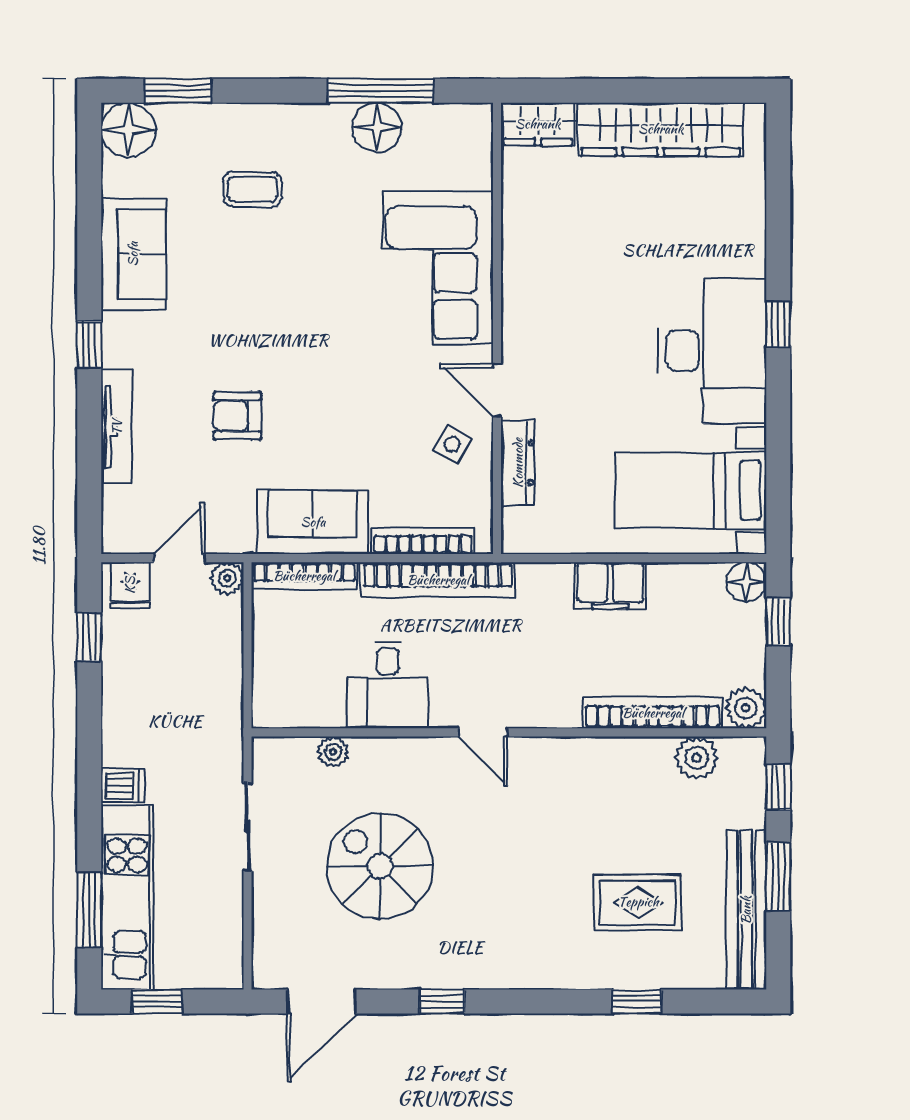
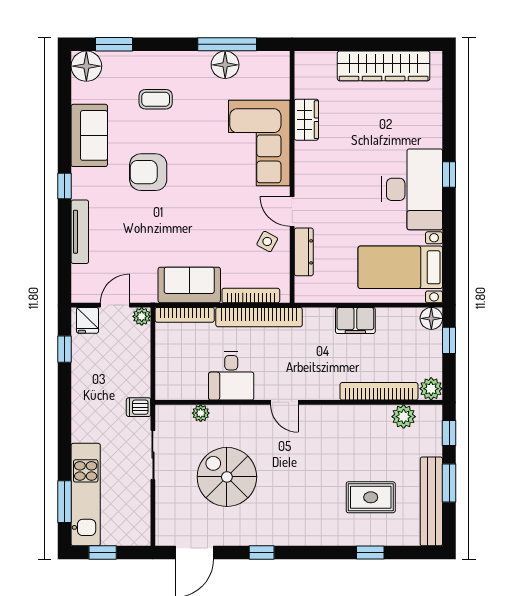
wardrobe: (538, 124) -> (306, 120), moved, turned -90
armchair: (237, 416) -> (148, 172), moved, width x1.38, depth x1.38
dishwasher: (123, 785) -> (139, 407), moved, turned 180

